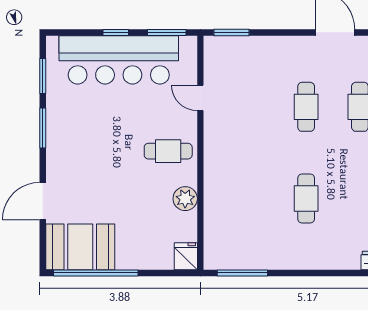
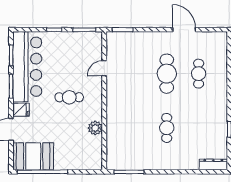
bar counter: (119, 60) -> (27, 67), moved, turned -90
door: (200, 98) -> (104, 68), hinge flipped
cafe table: (306, 107) -> (167, 74), width x1.37, depth x1.35
cafe table: (168, 151) -> (69, 97), moved
fridge: (186, 256) -> (21, 110), moved, turned 90

